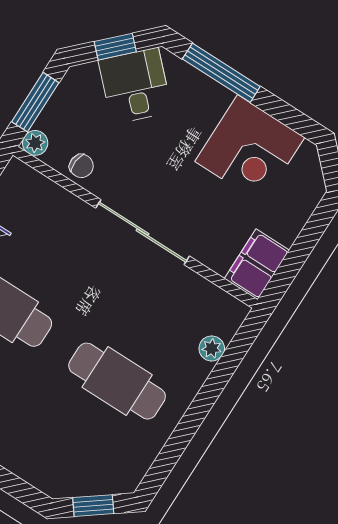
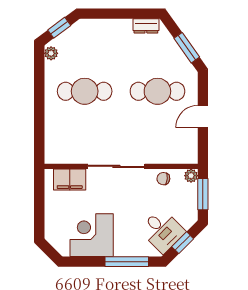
filing cabinet: (257, 264) -> (70, 180), moved, turned 90
plant: (212, 348) -> (51, 53), moved

